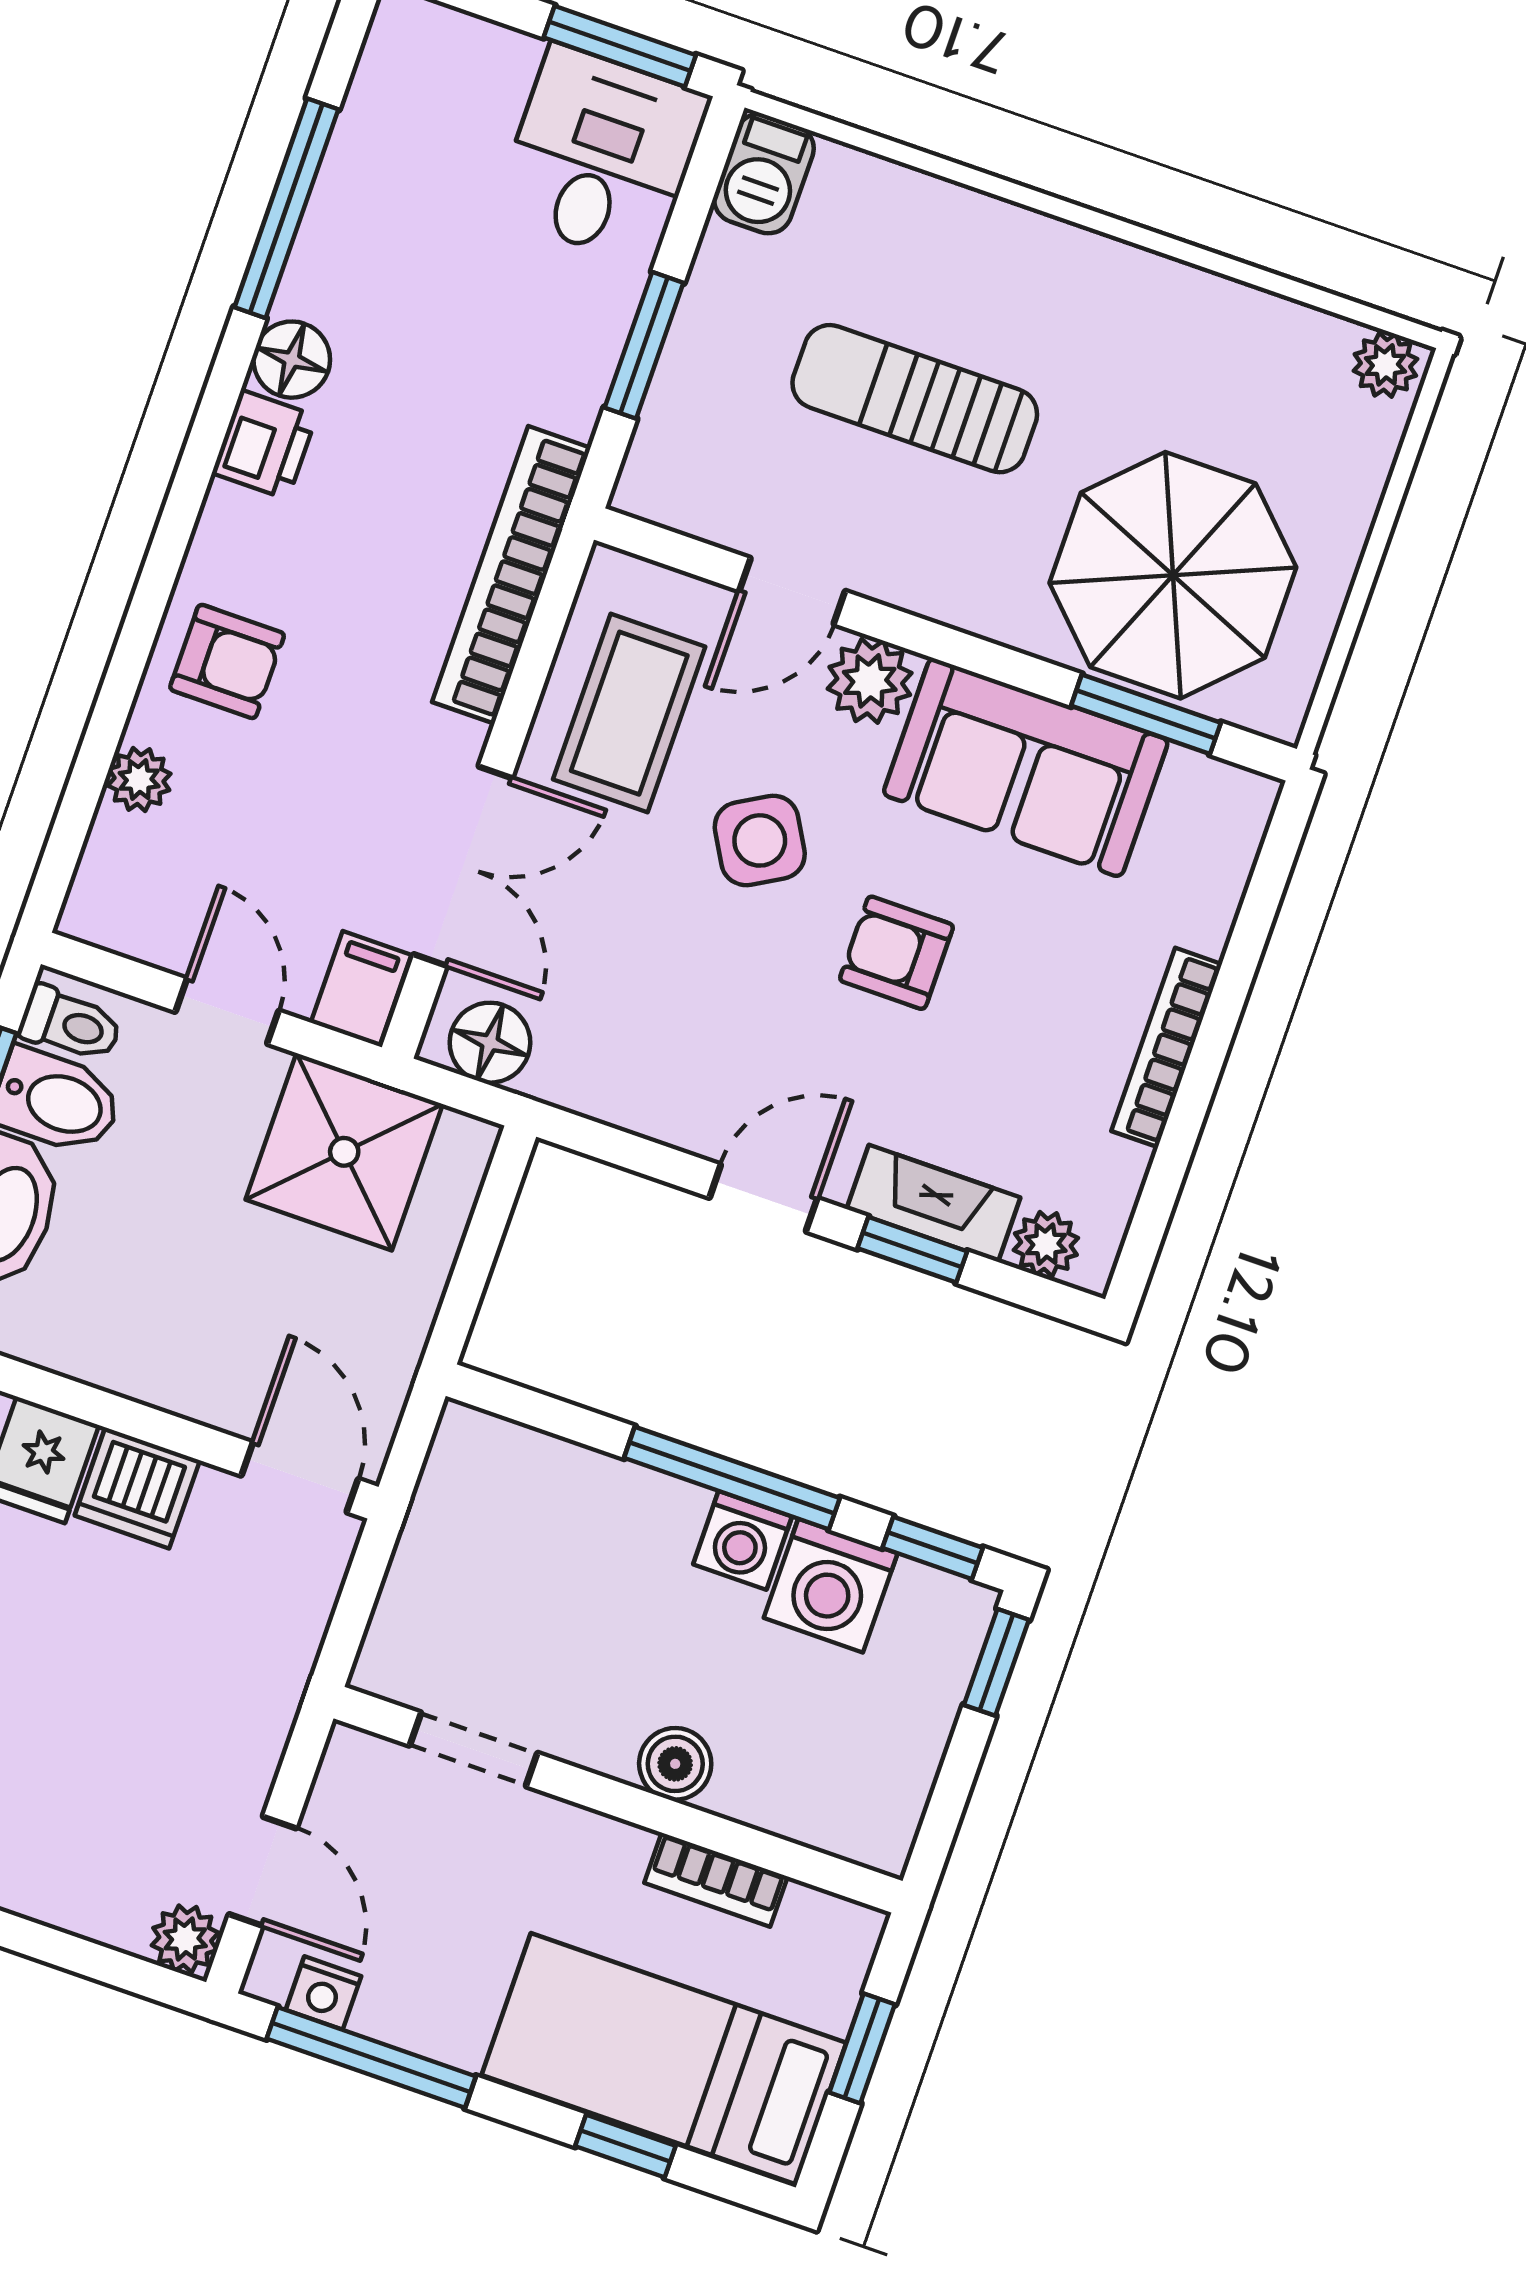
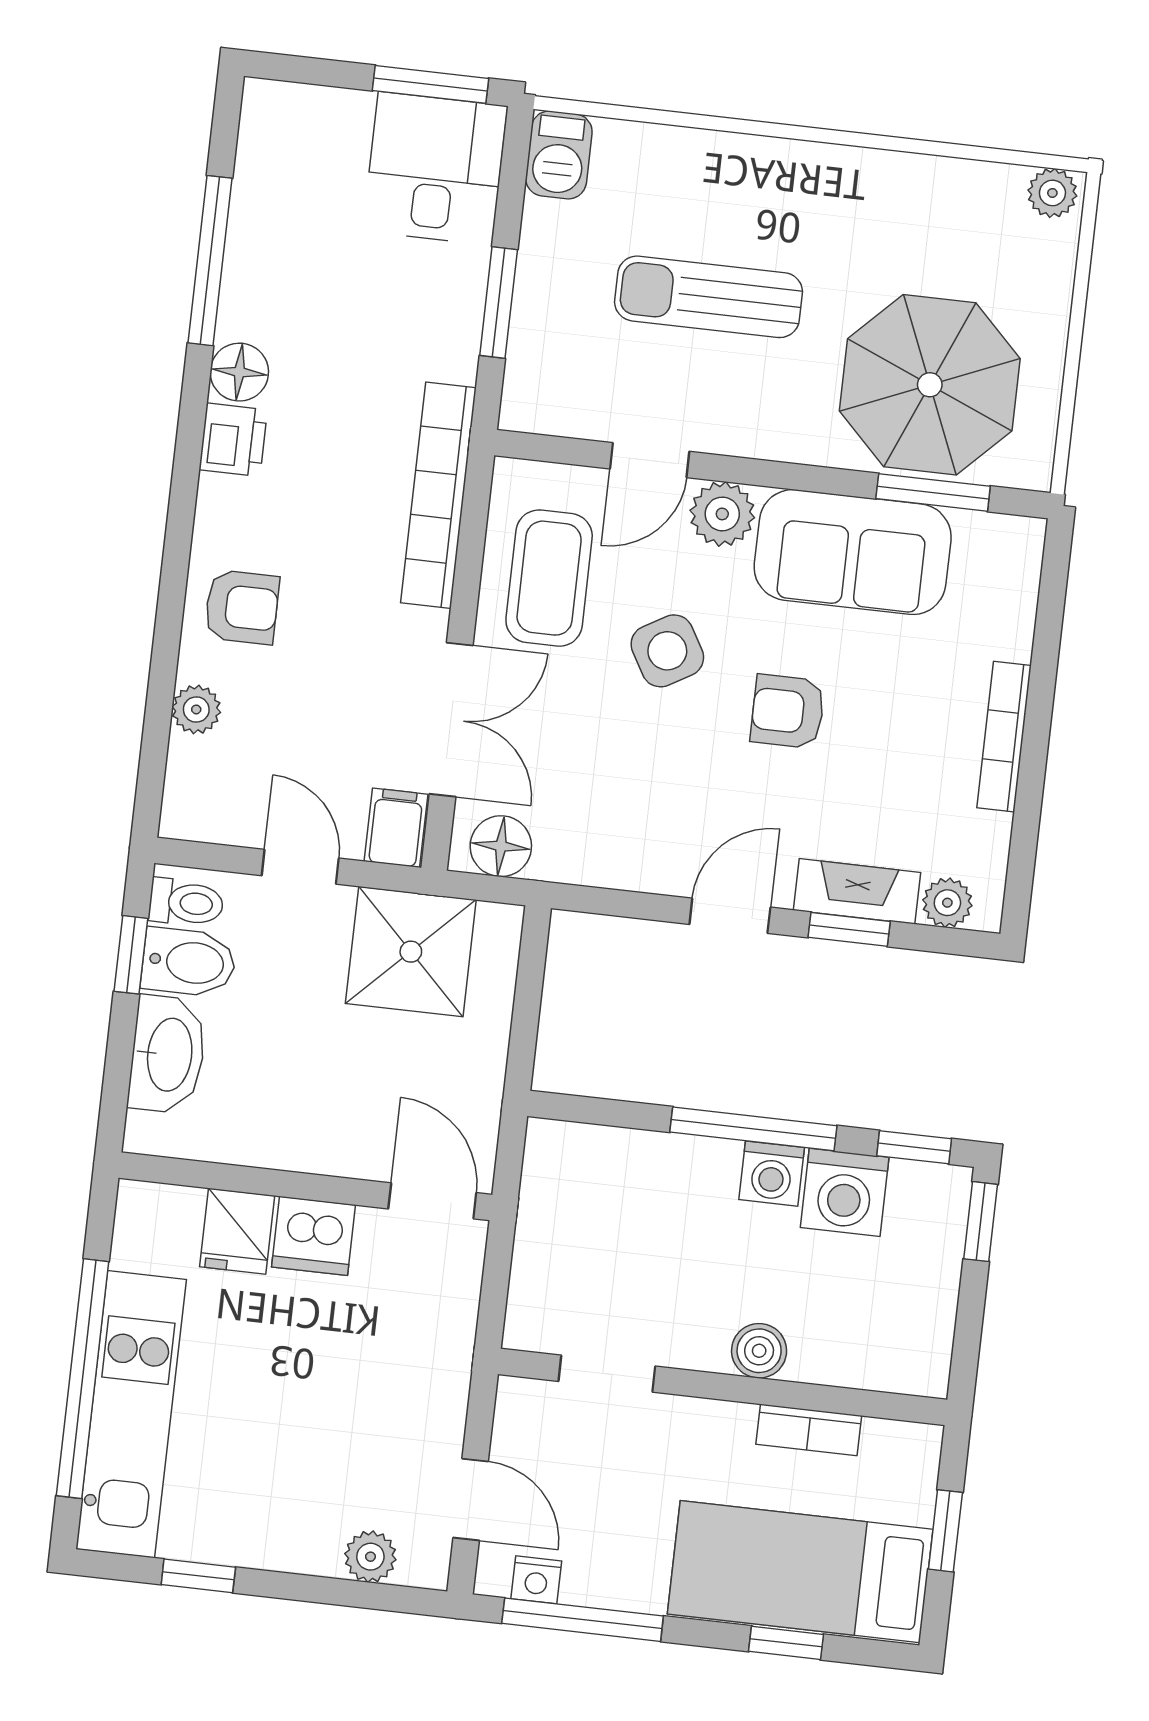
plant: (185, 1939) -> (370, 1557), moved

